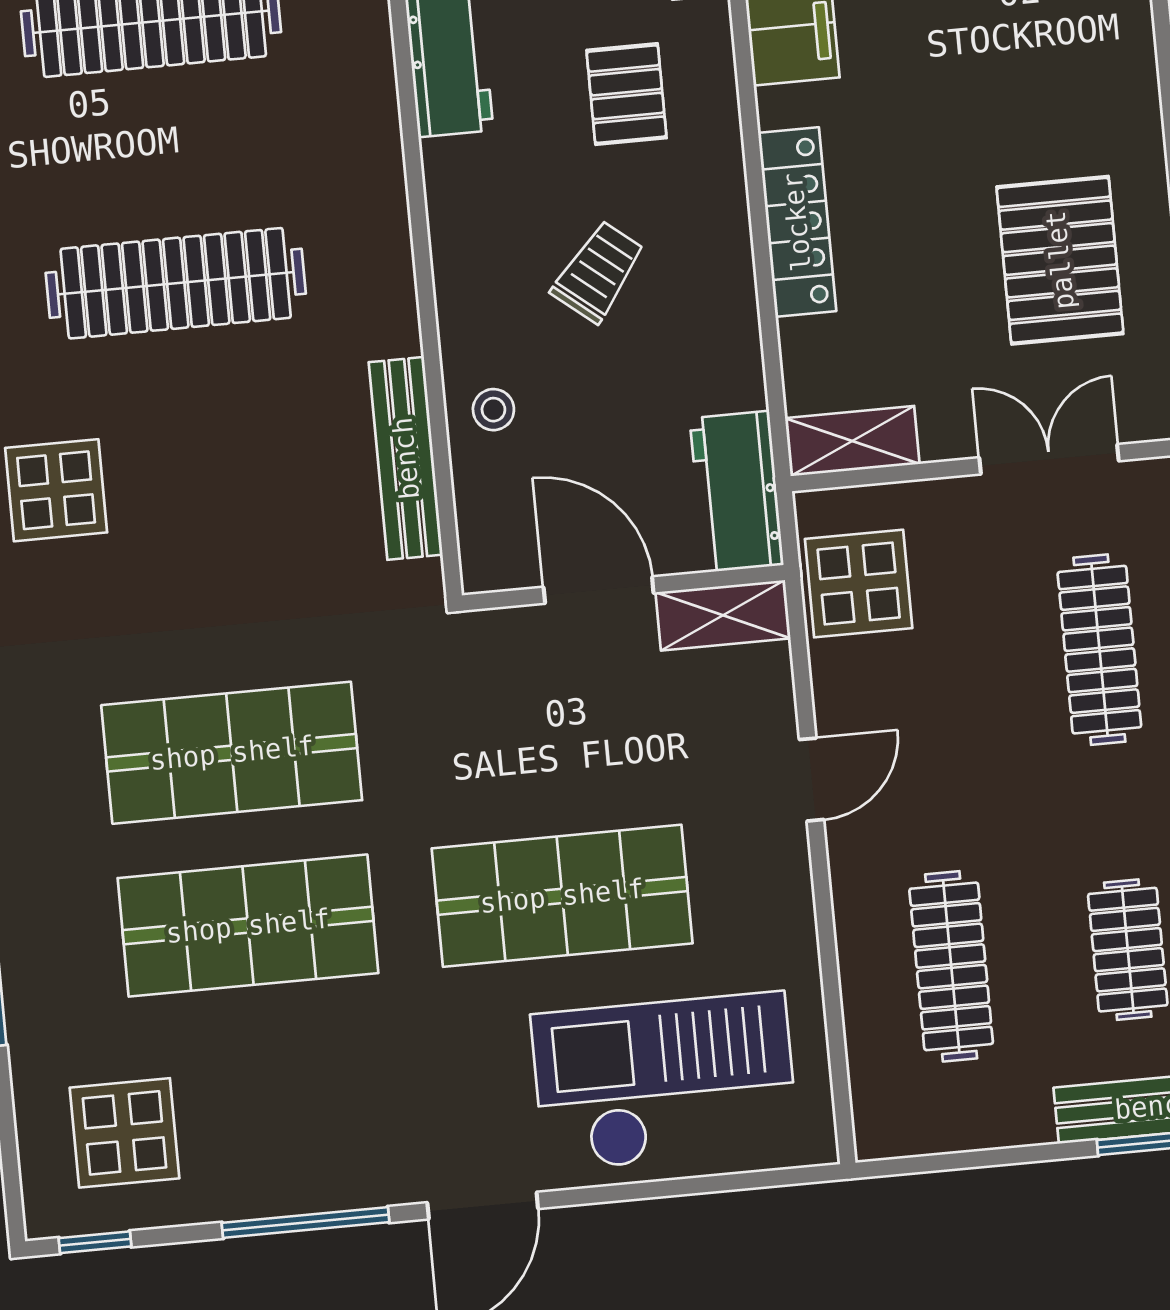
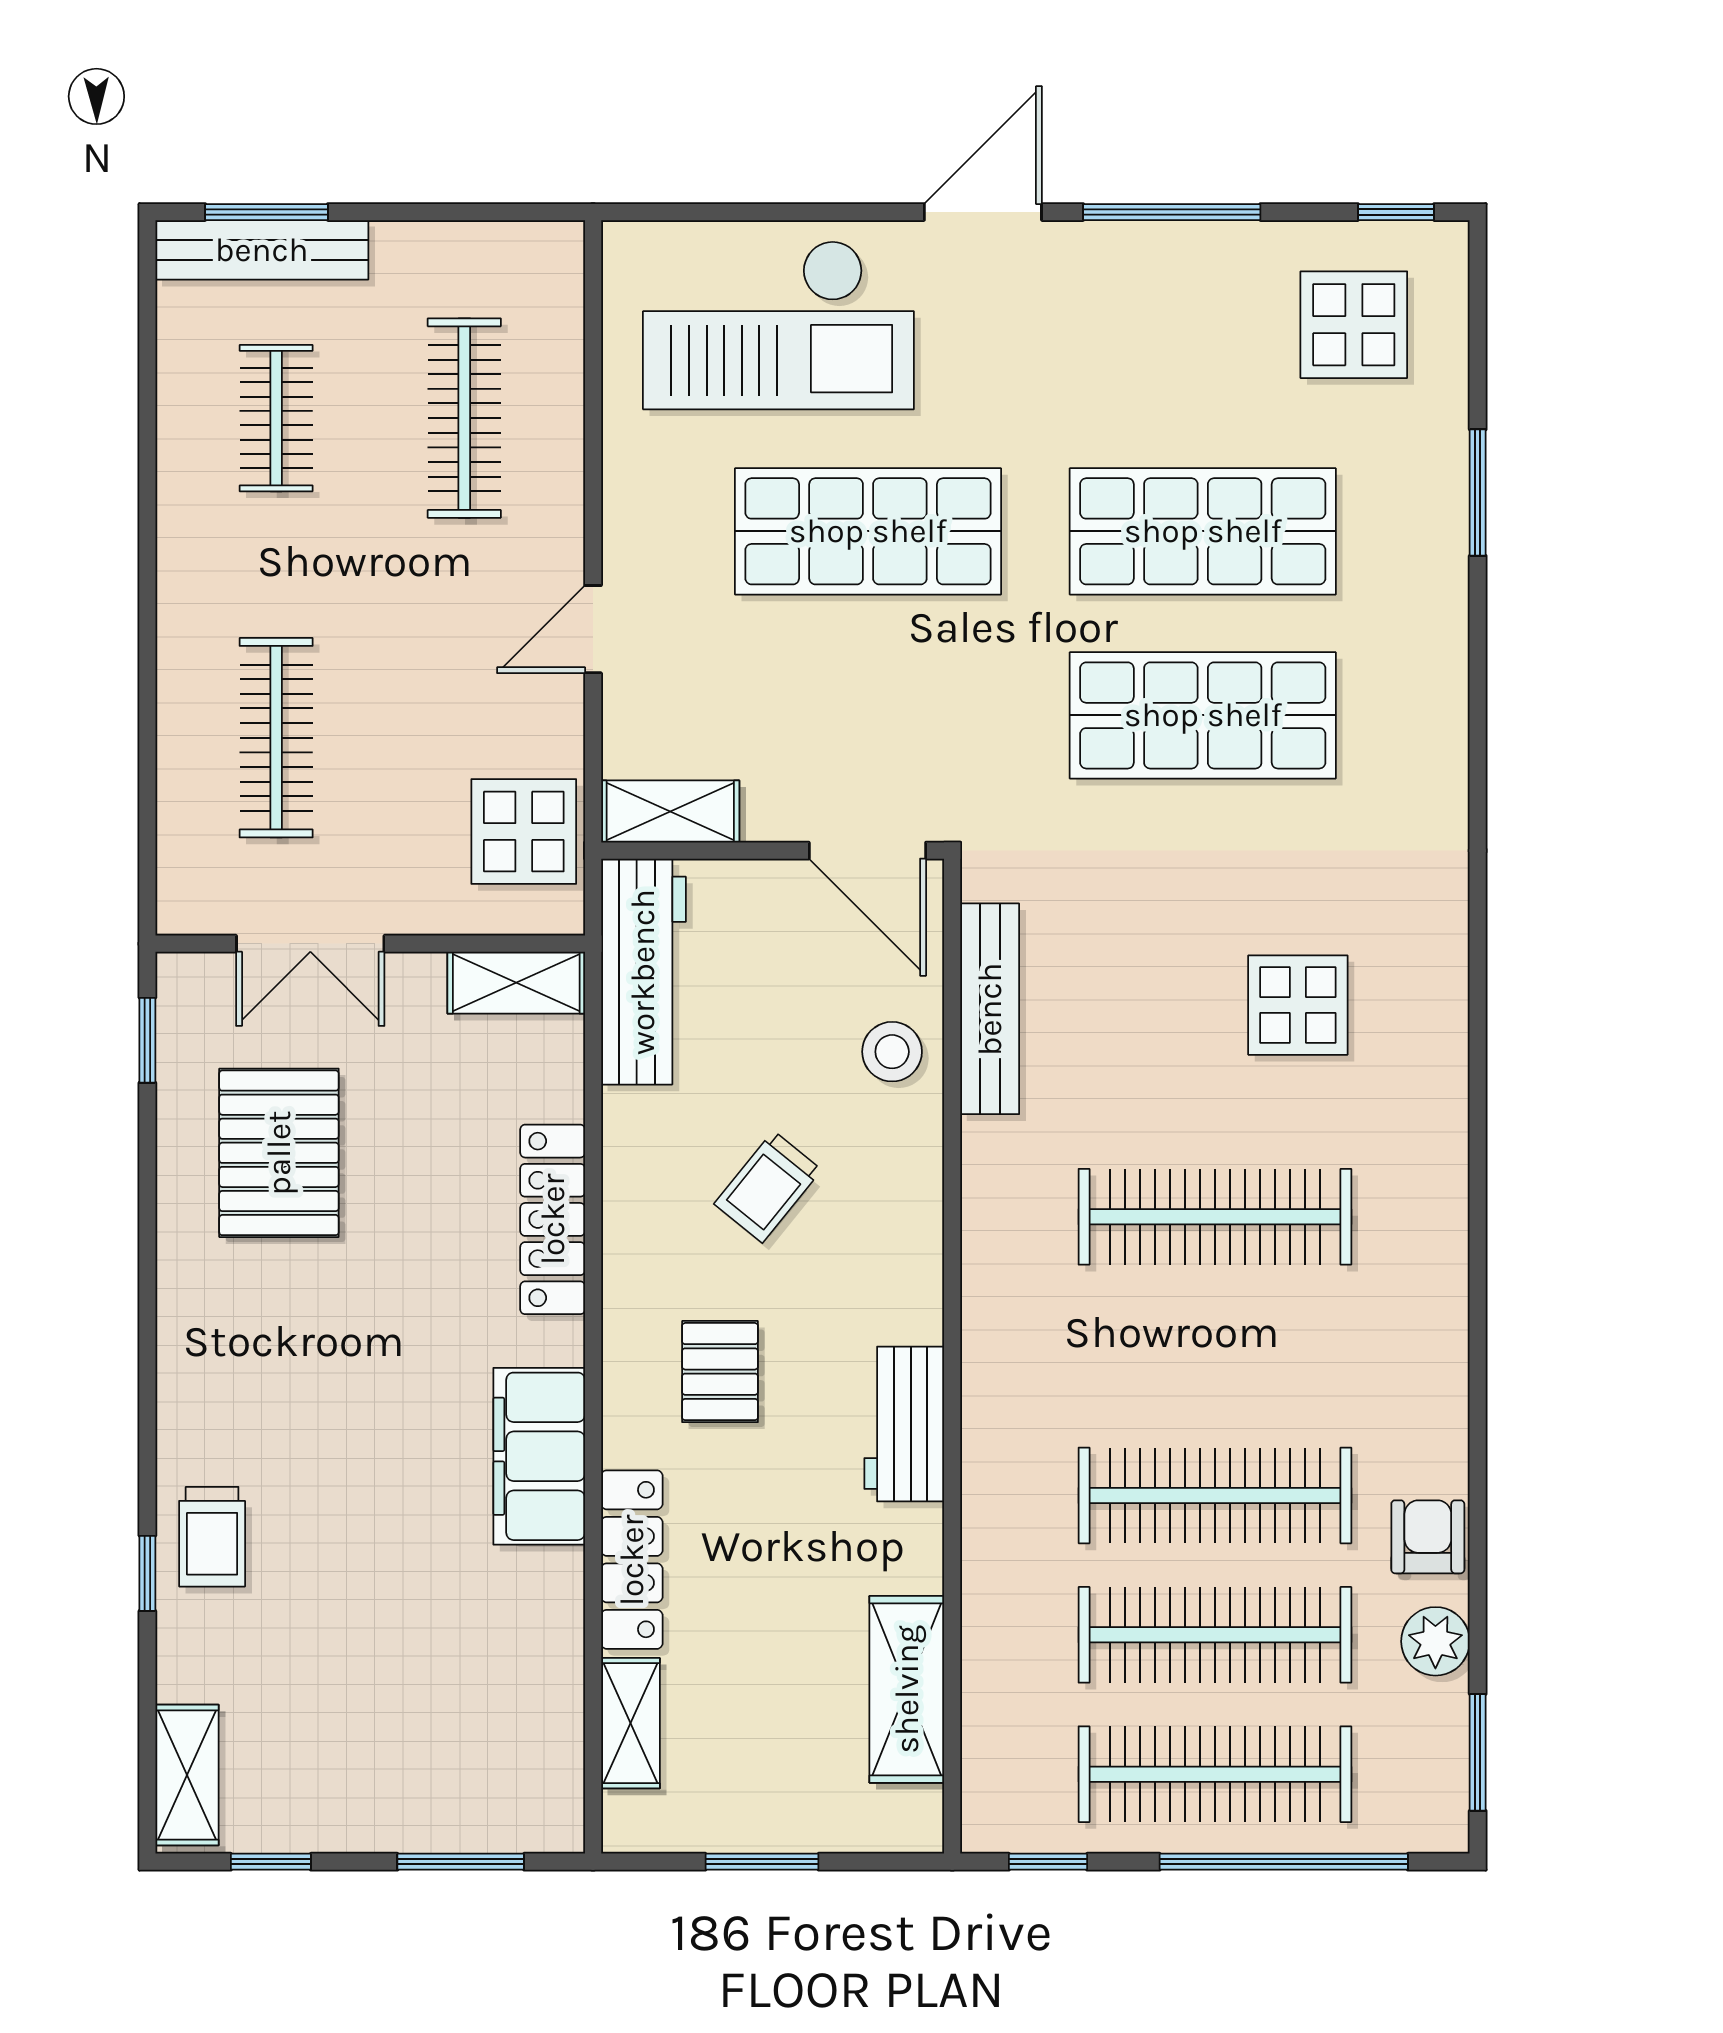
stool: (493, 410) -> (892, 1052), width x1.37, depth x1.37
display table: (56, 490) -> (1298, 1005), moved
workbench: (737, 492) -> (643, 972), width x1.38
door: (599, 590) -> (867, 851), moved

